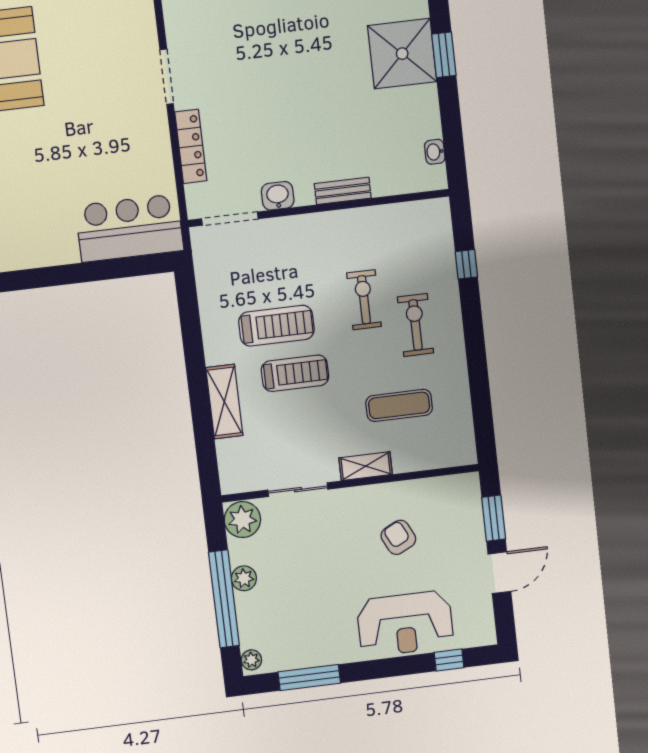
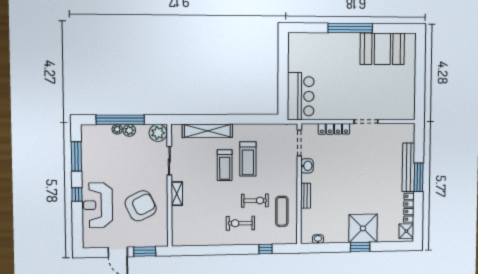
exercise bike: (416, 325) -> (240, 223), turned 180
shelving: (224, 402) -> (207, 131), width x1.47
exercise mat: (399, 405) -> (282, 211), moved
armchair: (398, 537) -> (141, 206), width x1.88, depth x1.88
plant: (251, 660) -> (117, 129), moved
window: (449, 660) -> (77, 194), moved

